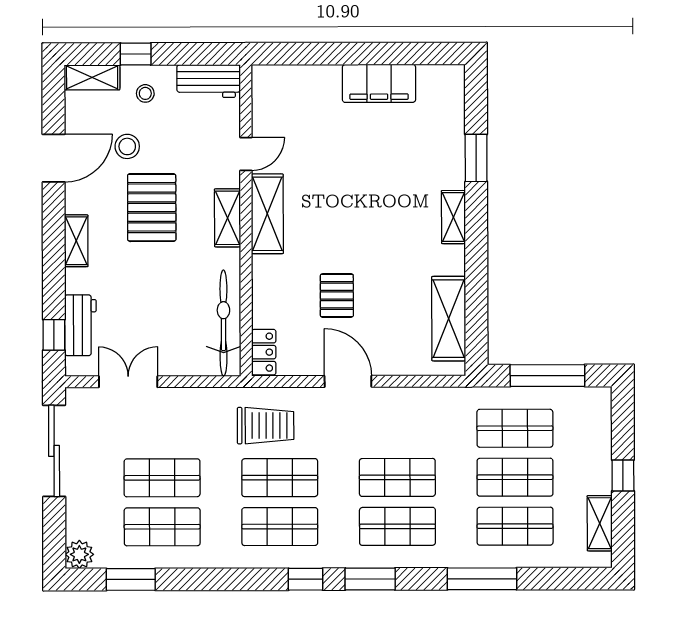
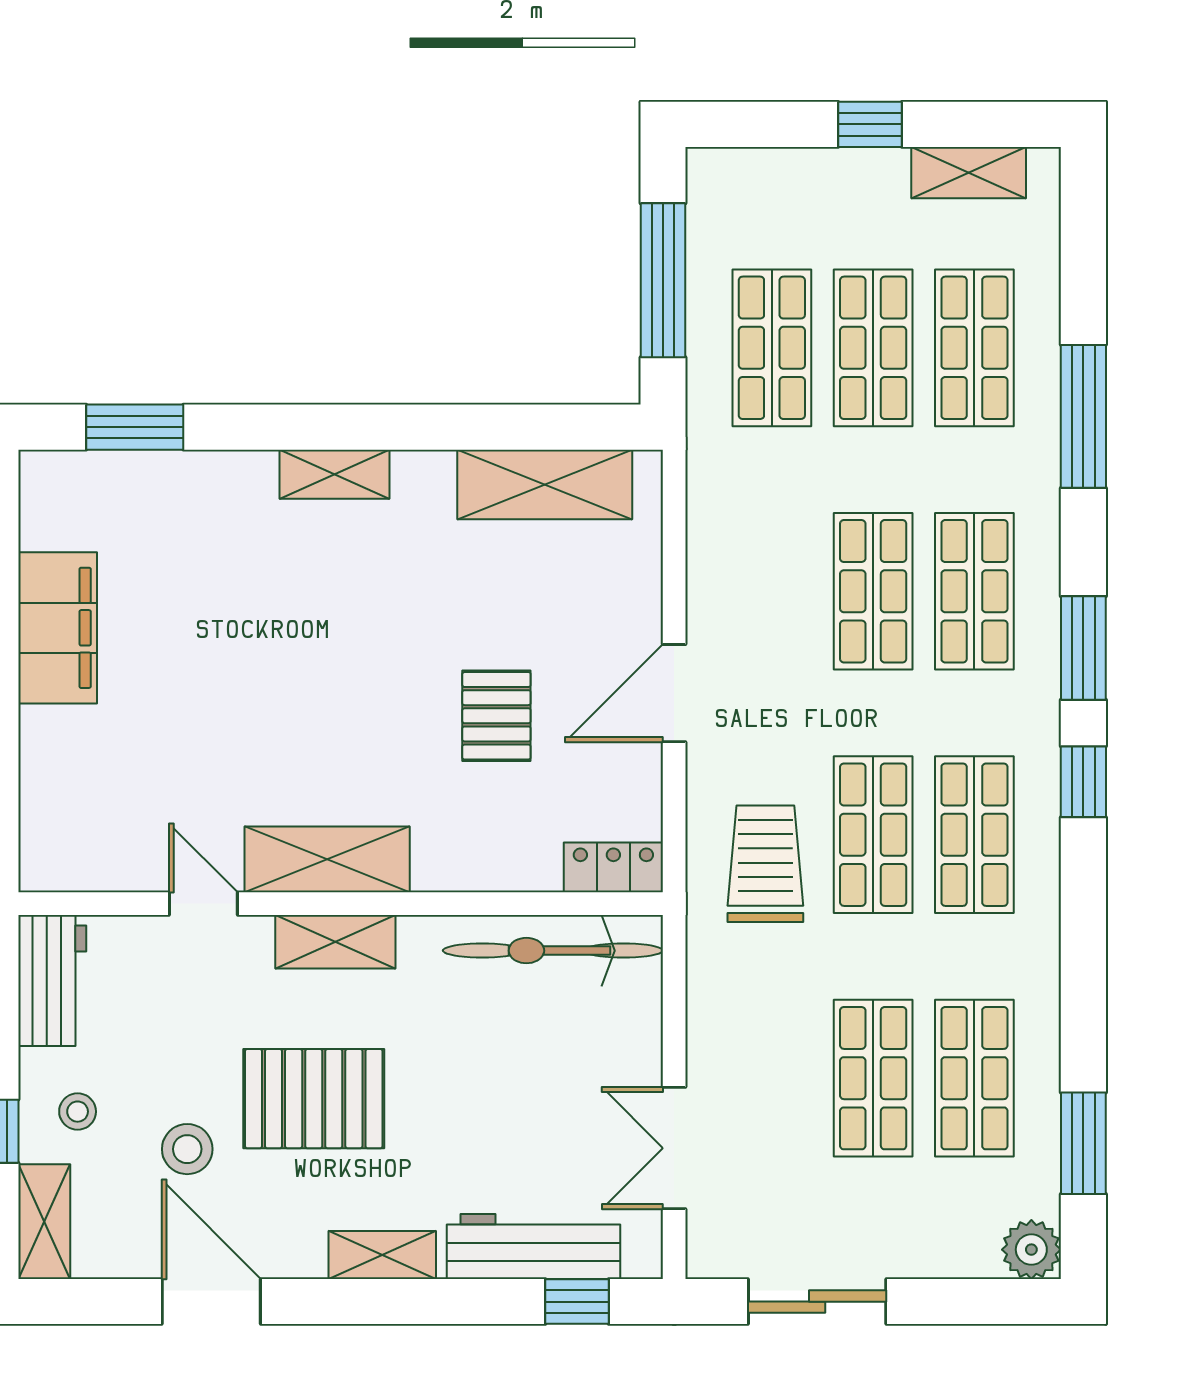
window: (476, 158) -> (135, 427), moved
pallet: (337, 296) -> (496, 716), turned 90
workbench: (80, 325) -> (533, 1247), width x1.37
sliding door: (54, 451) -> (817, 1302), width x0.73

